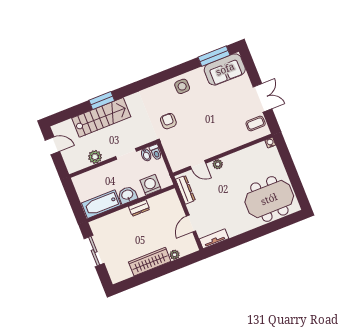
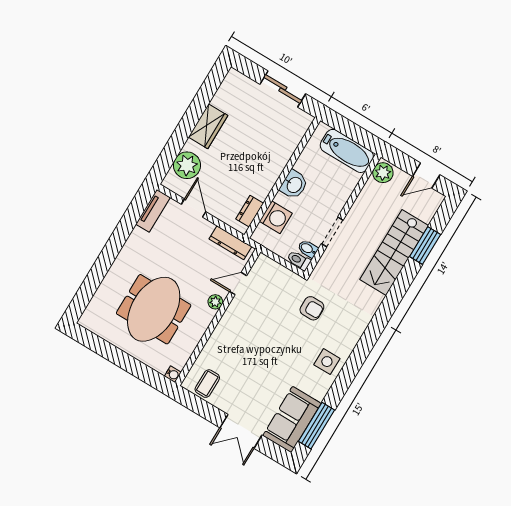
double door: (262, 98) -> (241, 431), moved
window: (102, 101) -> (425, 246), moved
plant: (95, 157) -> (383, 173), moved
meeting table: (269, 199) -> (154, 309), moved
bathtub: (101, 204) -> (347, 151), moved, turned 90
dresser: (139, 208) -> (250, 211), moved
plant: (175, 255) -> (187, 165), width x1.88, depth x1.88
wardrobe: (150, 262) -> (208, 126), width x0.67

